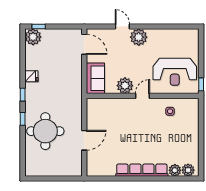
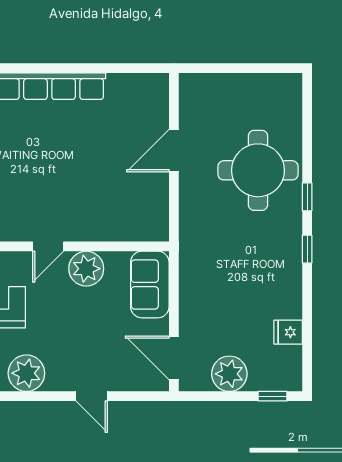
plant: (33, 37) -> (229, 374), moved
plant: (139, 37) -> (26, 373), moved
fridge: (31, 76) -> (288, 332), moved

